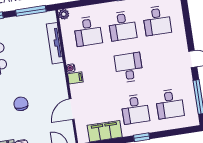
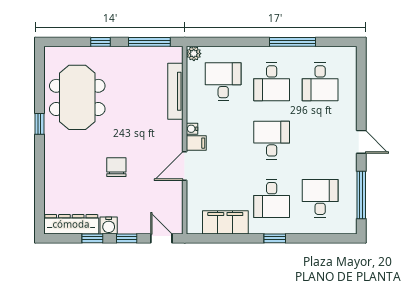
desk: (88, 31) -> (223, 82), turned 180
desk: (170, 104) -> (320, 198), turned 180
door: (72, 109) -> (185, 166), moved

